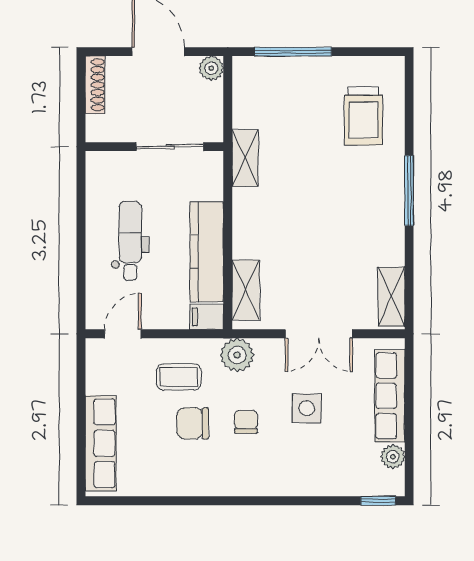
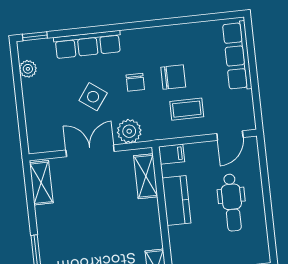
kitchen counter: (207, 252) -> (176, 201), width x0.67
plant: (237, 355) -> (129, 131), moved
row of seats: (390, 396) -> (88, 44), moved, turned 90
side table: (307, 408) -> (93, 97), turned 36

